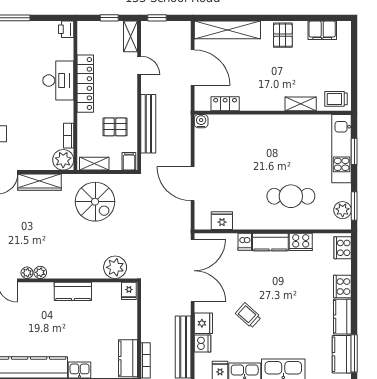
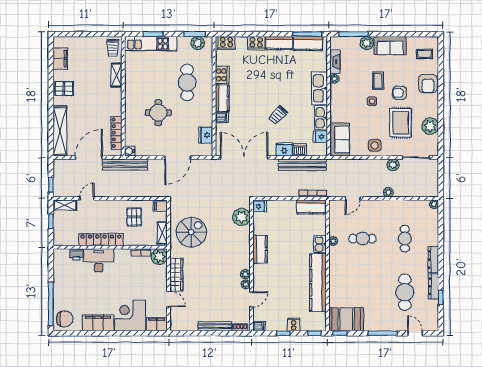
printer: (66, 29) -> (76, 254), moved
locker: (225, 104) -> (116, 133), width x1.53
bench: (148, 124) -> (125, 165), moved
round table: (251, 159) -> (158, 113), added

